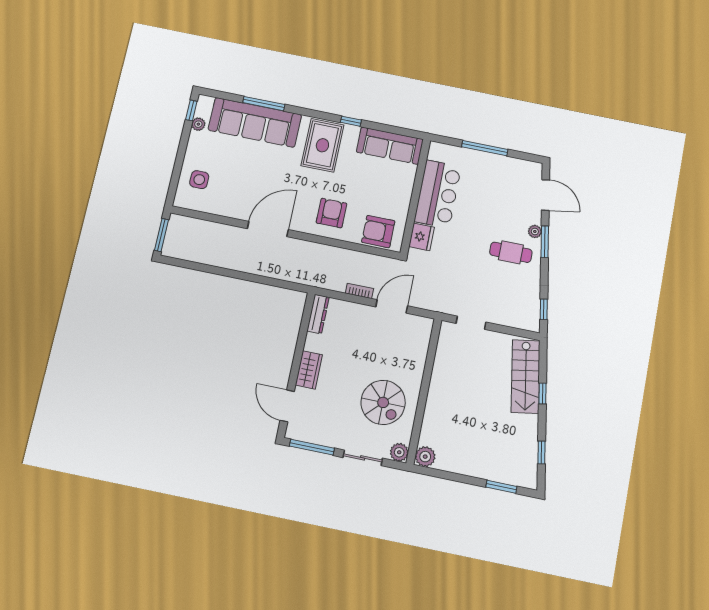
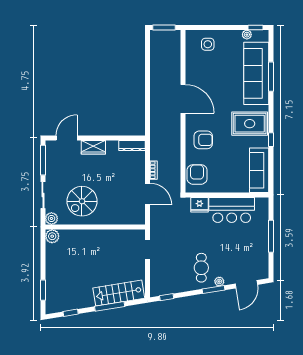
window: (542, 394) -> (110, 306), width x2.17

